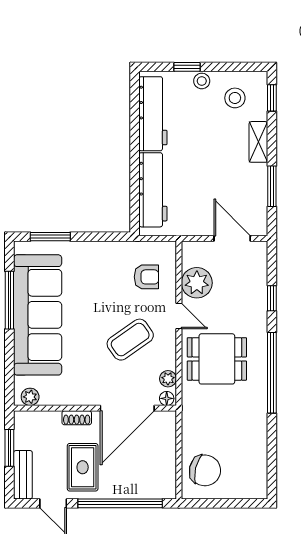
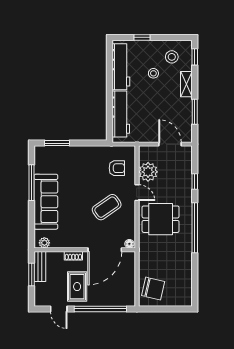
stool: (202, 81) -> (153, 73), moved
sofa: (38, 315) -> (46, 202), width x0.74, depth x0.79
plant: (168, 379) -> (130, 232), removed
bench: (23, 475) -> (40, 266), moved

